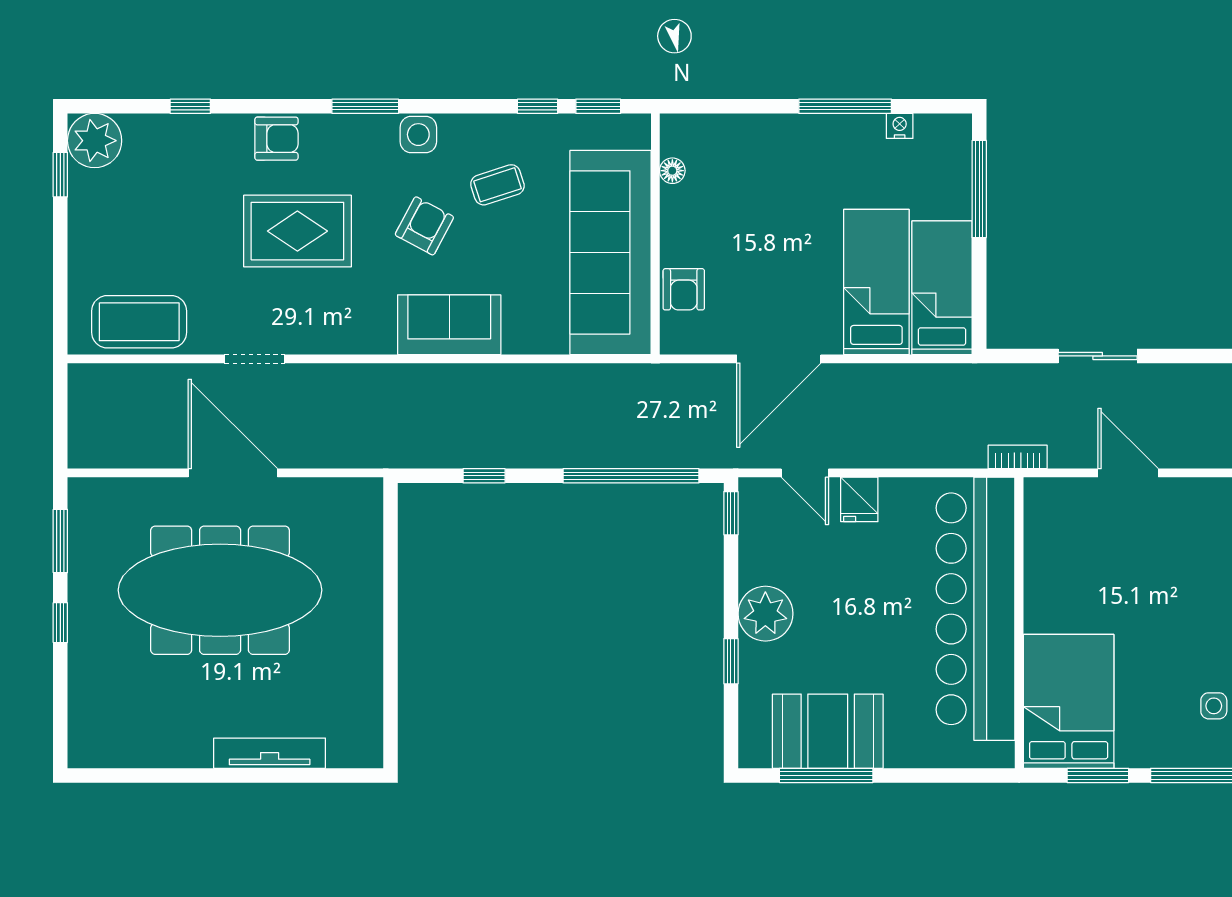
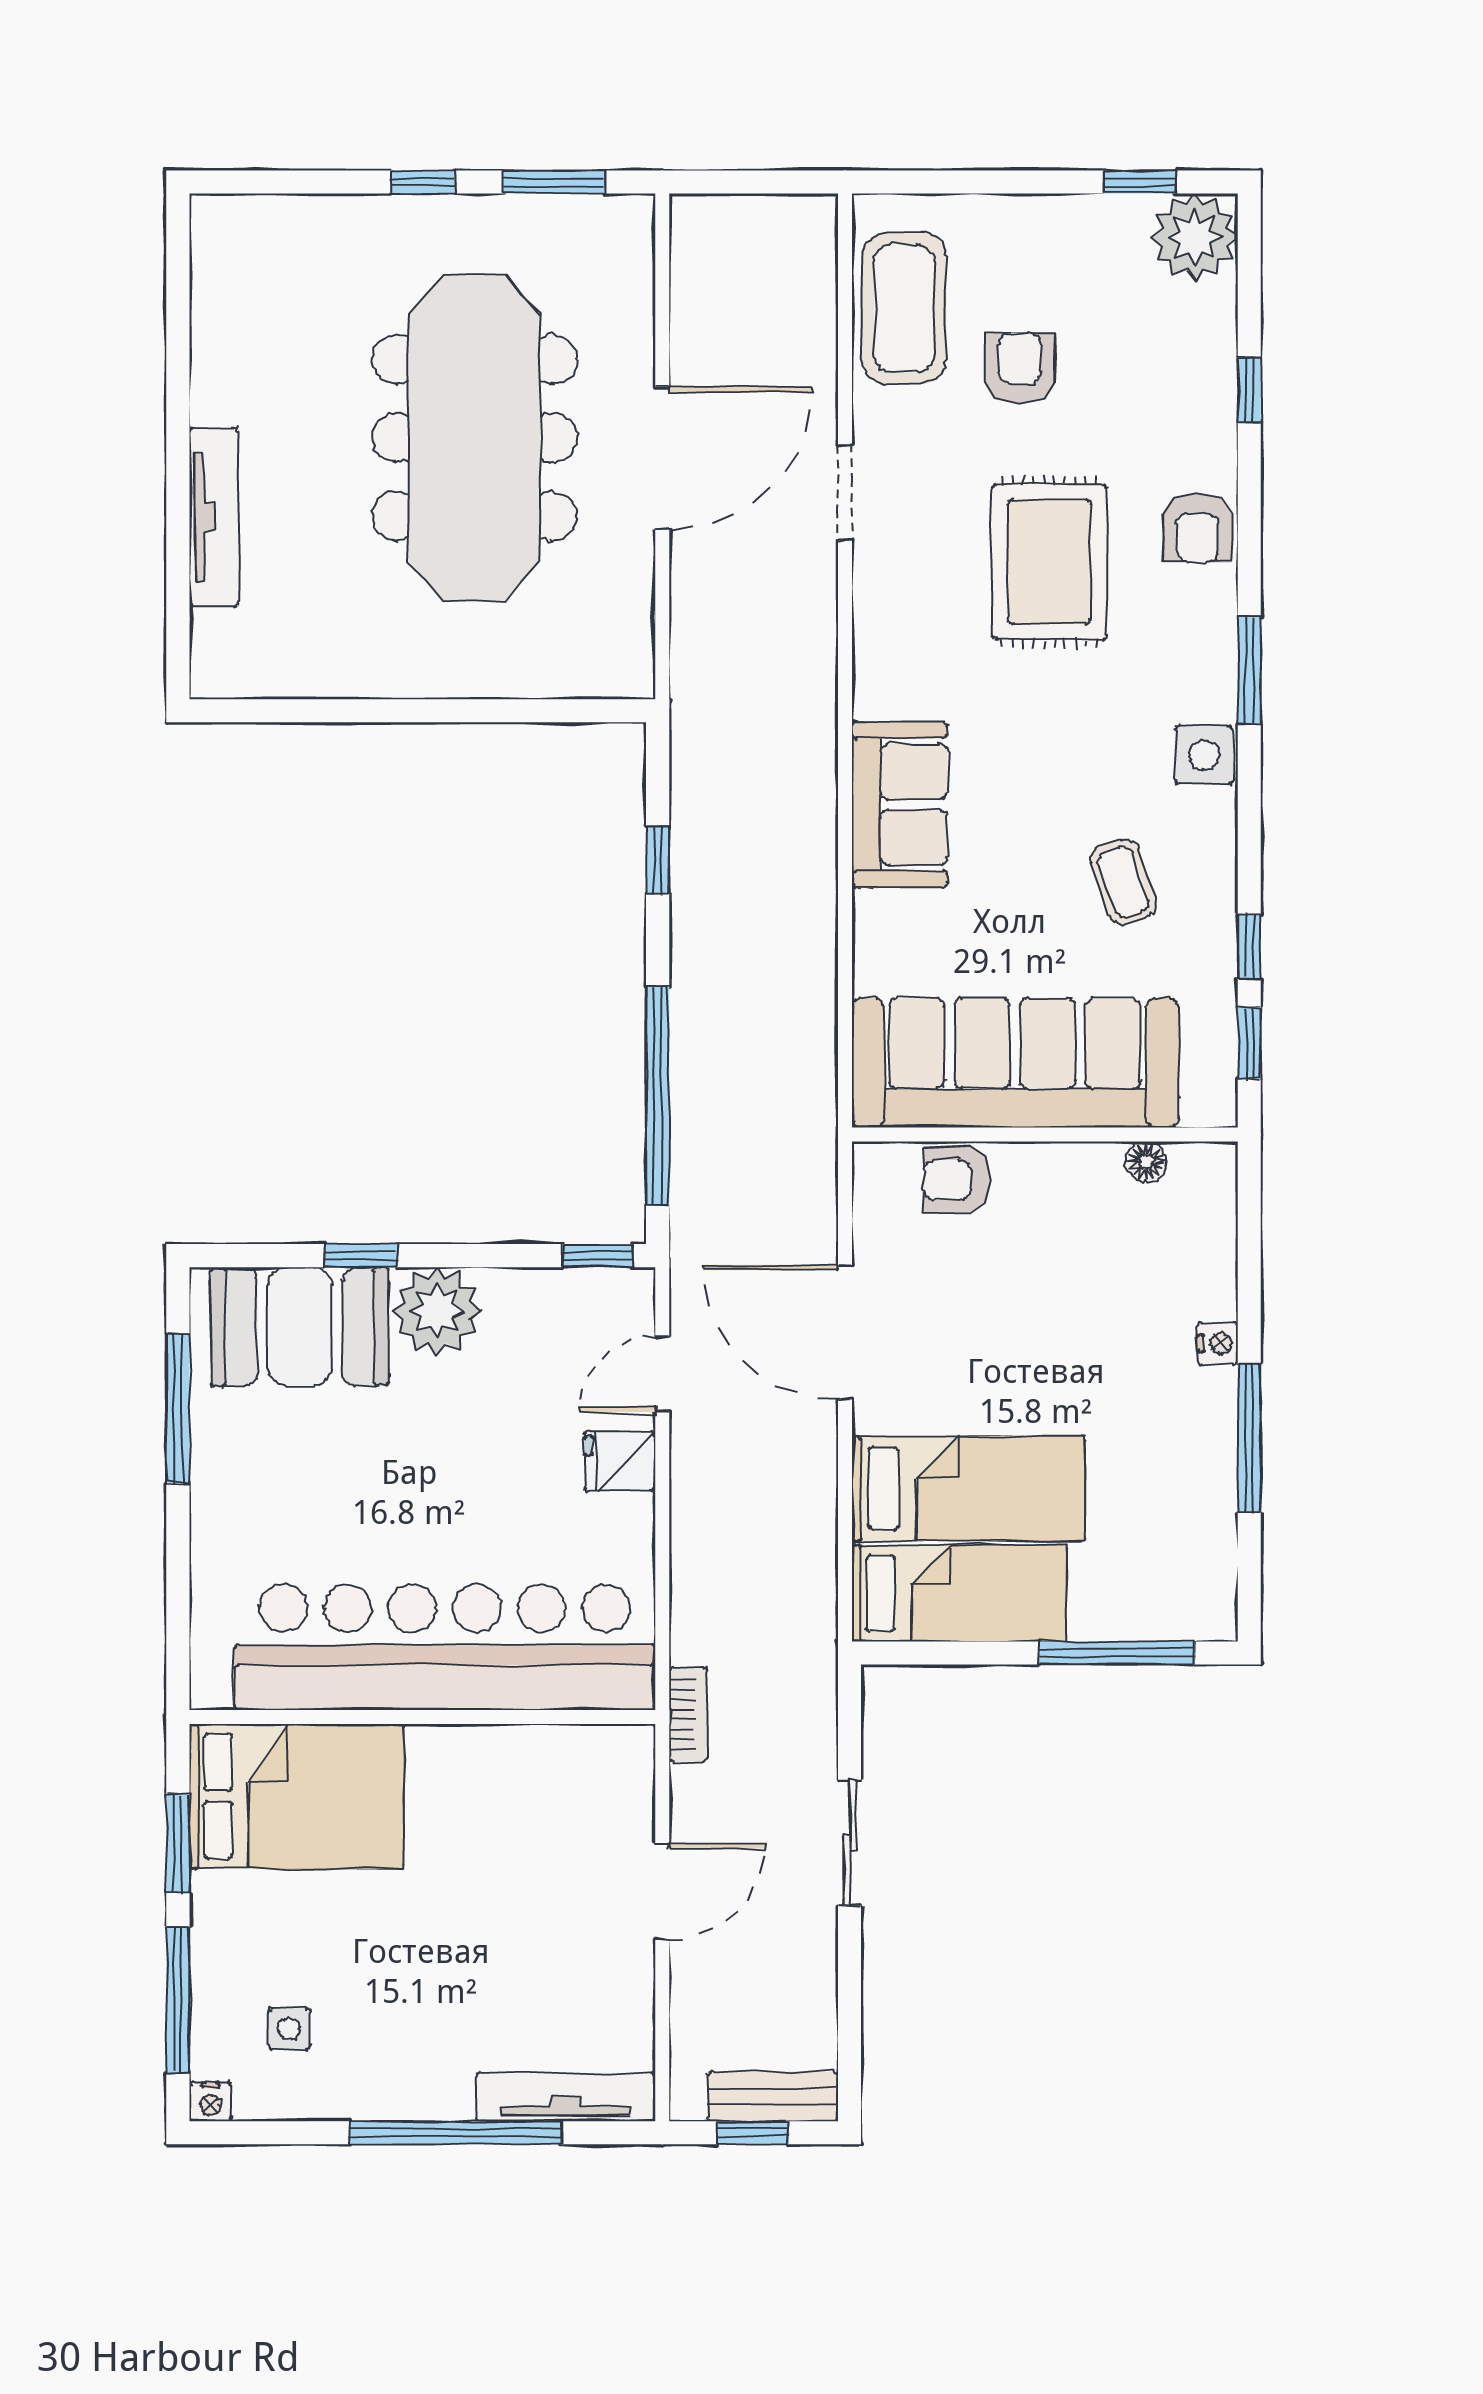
nightstand: (900, 126) -> (1218, 1343), moved
armchair: (424, 226) -> (1020, 368), moved, turned -118
booth: (828, 731) -> (300, 1326), moved, turned 90

